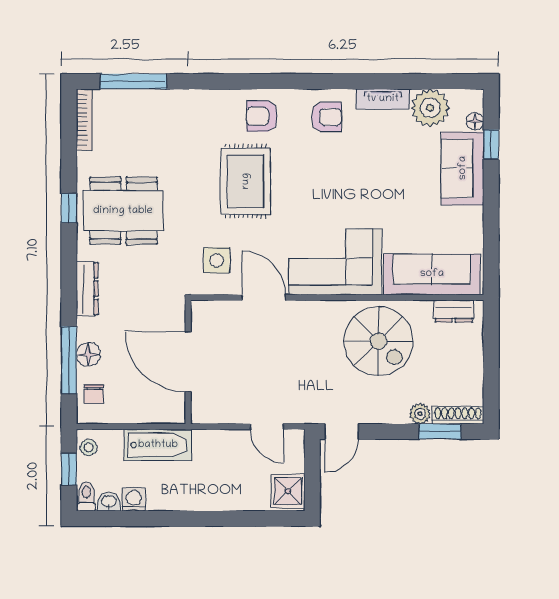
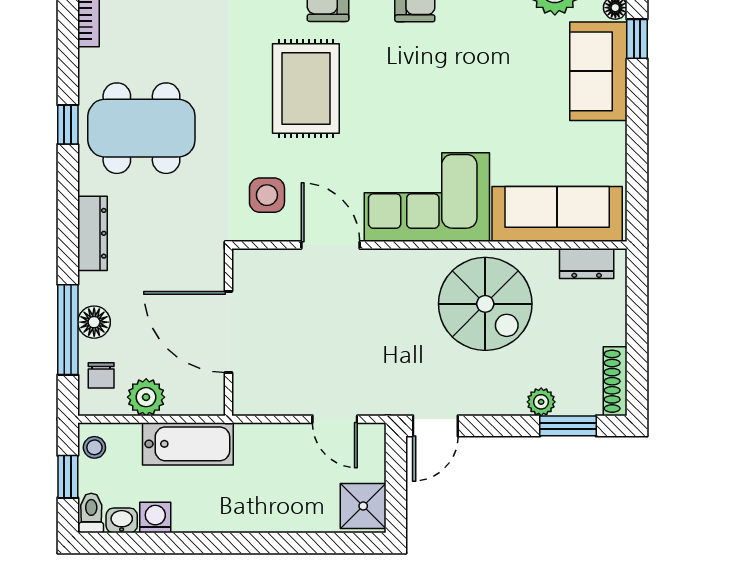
plant: (127, 410) -> (146, 397), added
shoe rack: (458, 415) -> (615, 381), moved, turned -90

